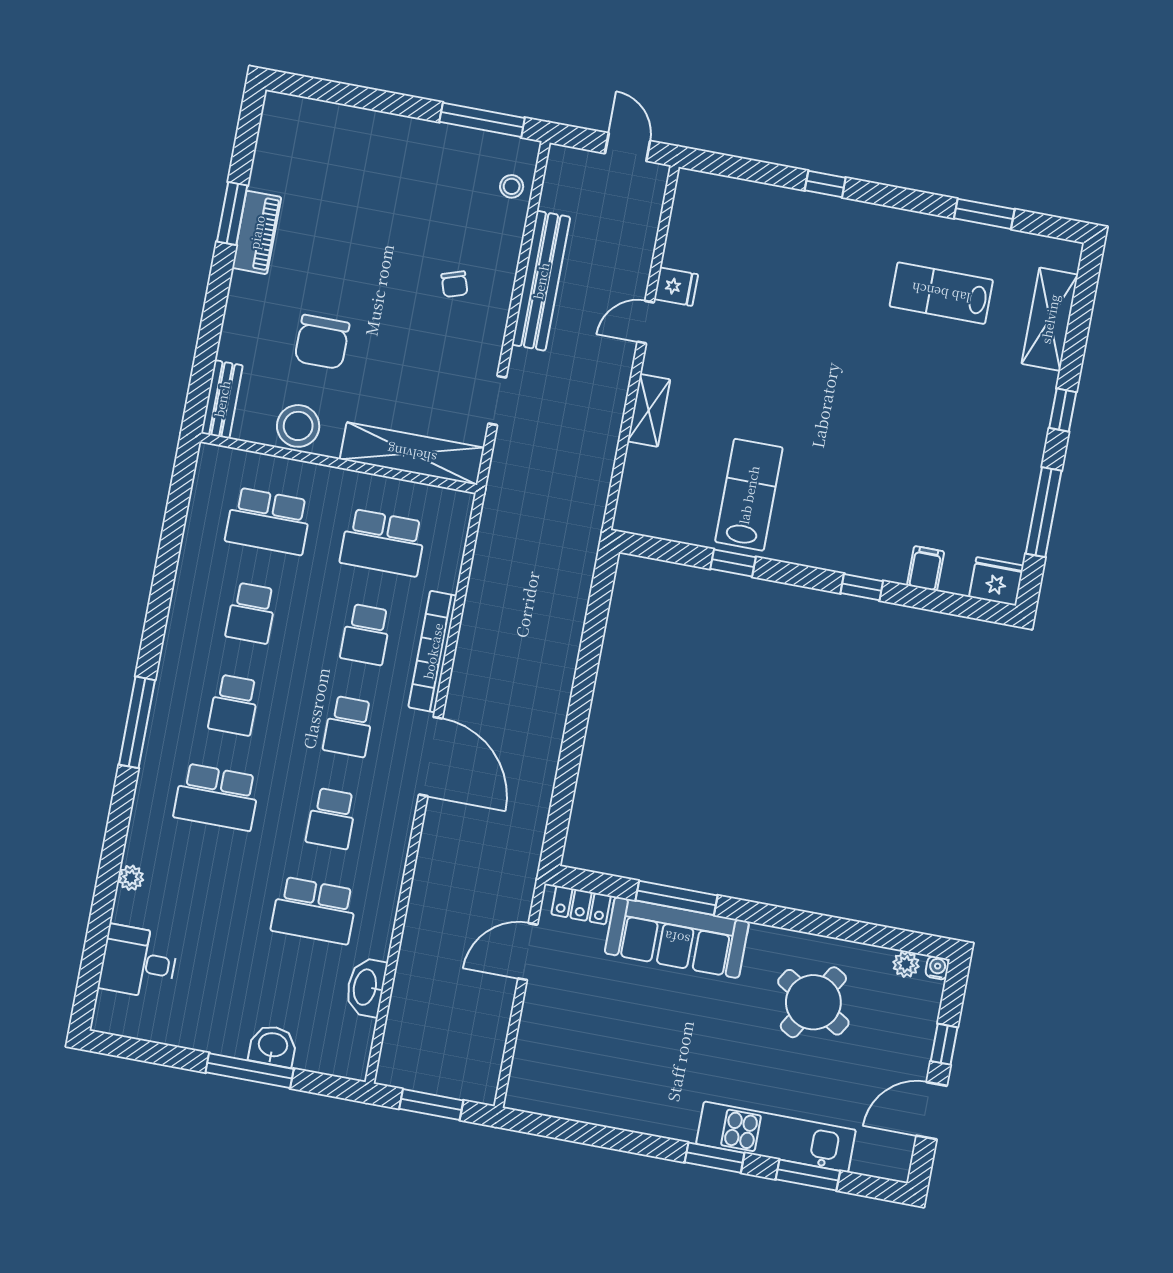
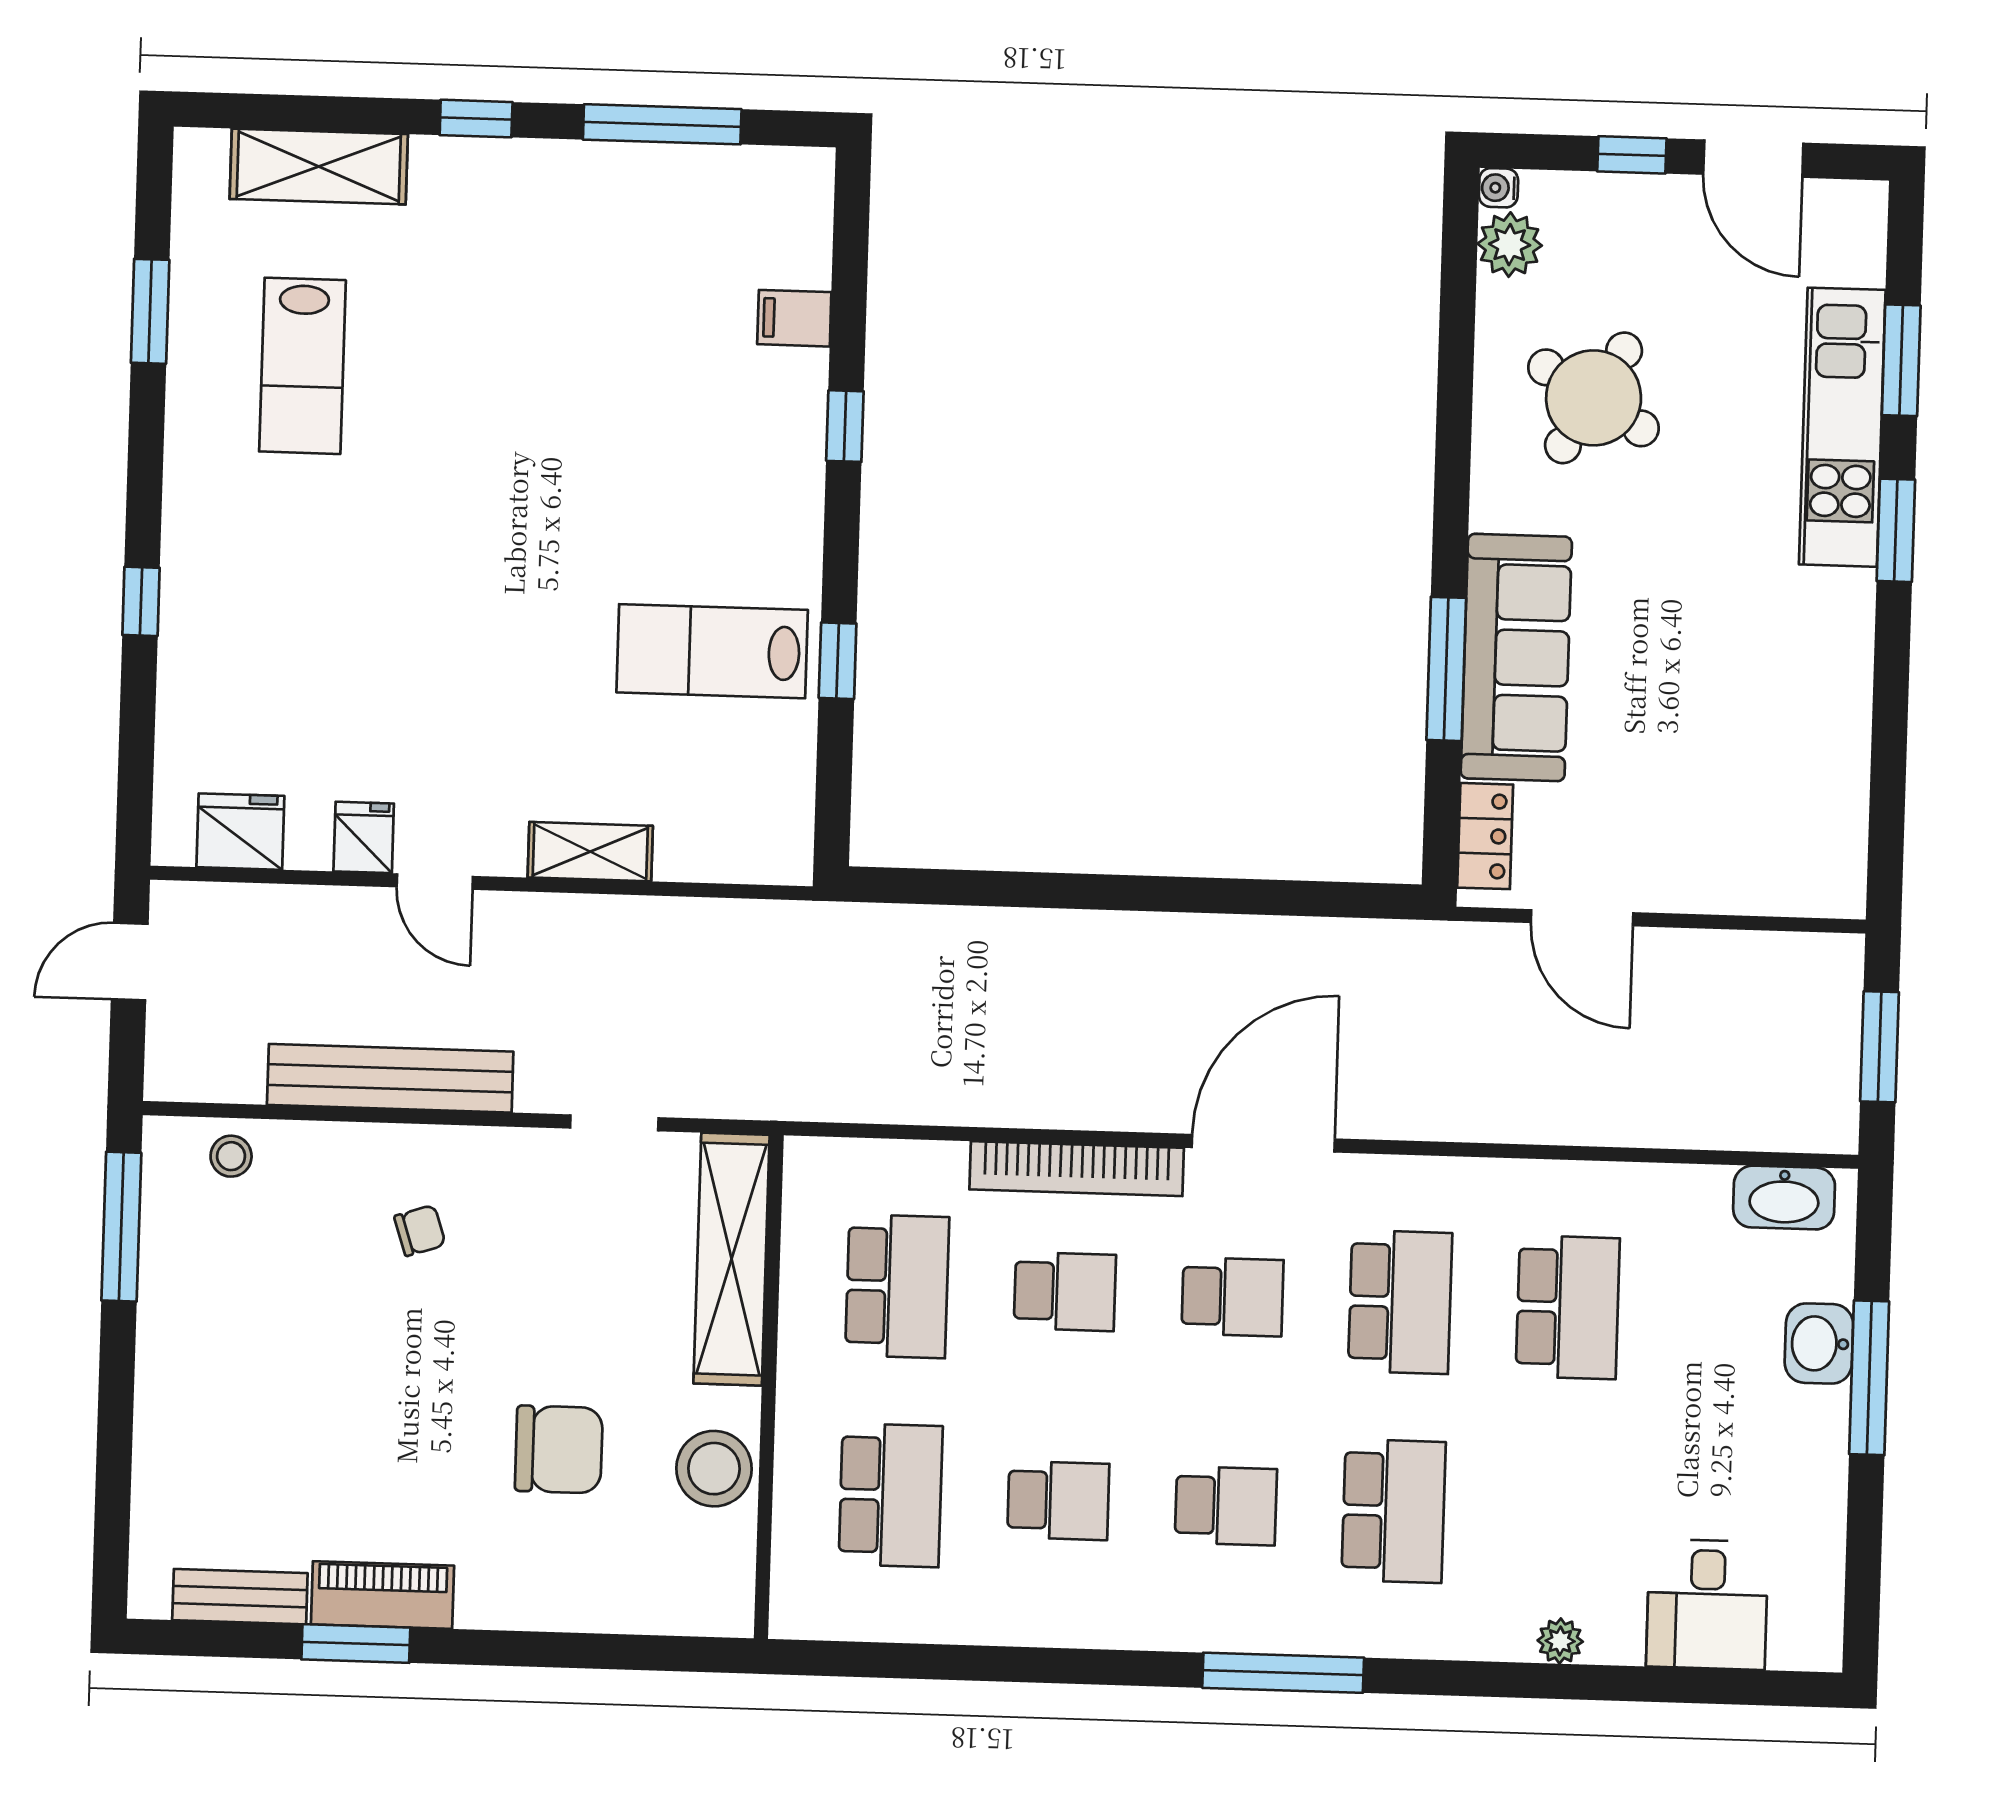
bench: (222, 399) -> (240, 1597), moved
fridge: (996, 581) -> (240, 832), moved, turned 90
school desk: (331, 818) -> (1400, 1302), width x1.85
plant: (906, 964) -> (1510, 245), width x1.38, depth x1.38
washbasin: (366, 987) -> (1784, 1198), moved

